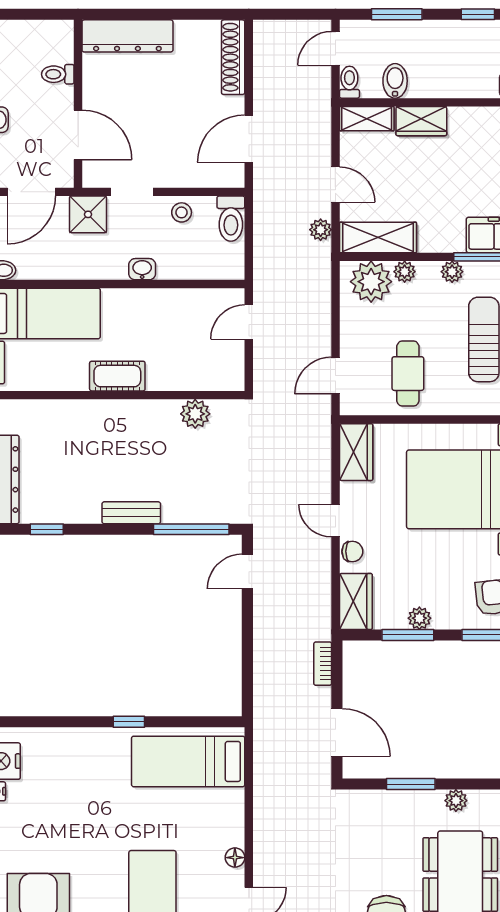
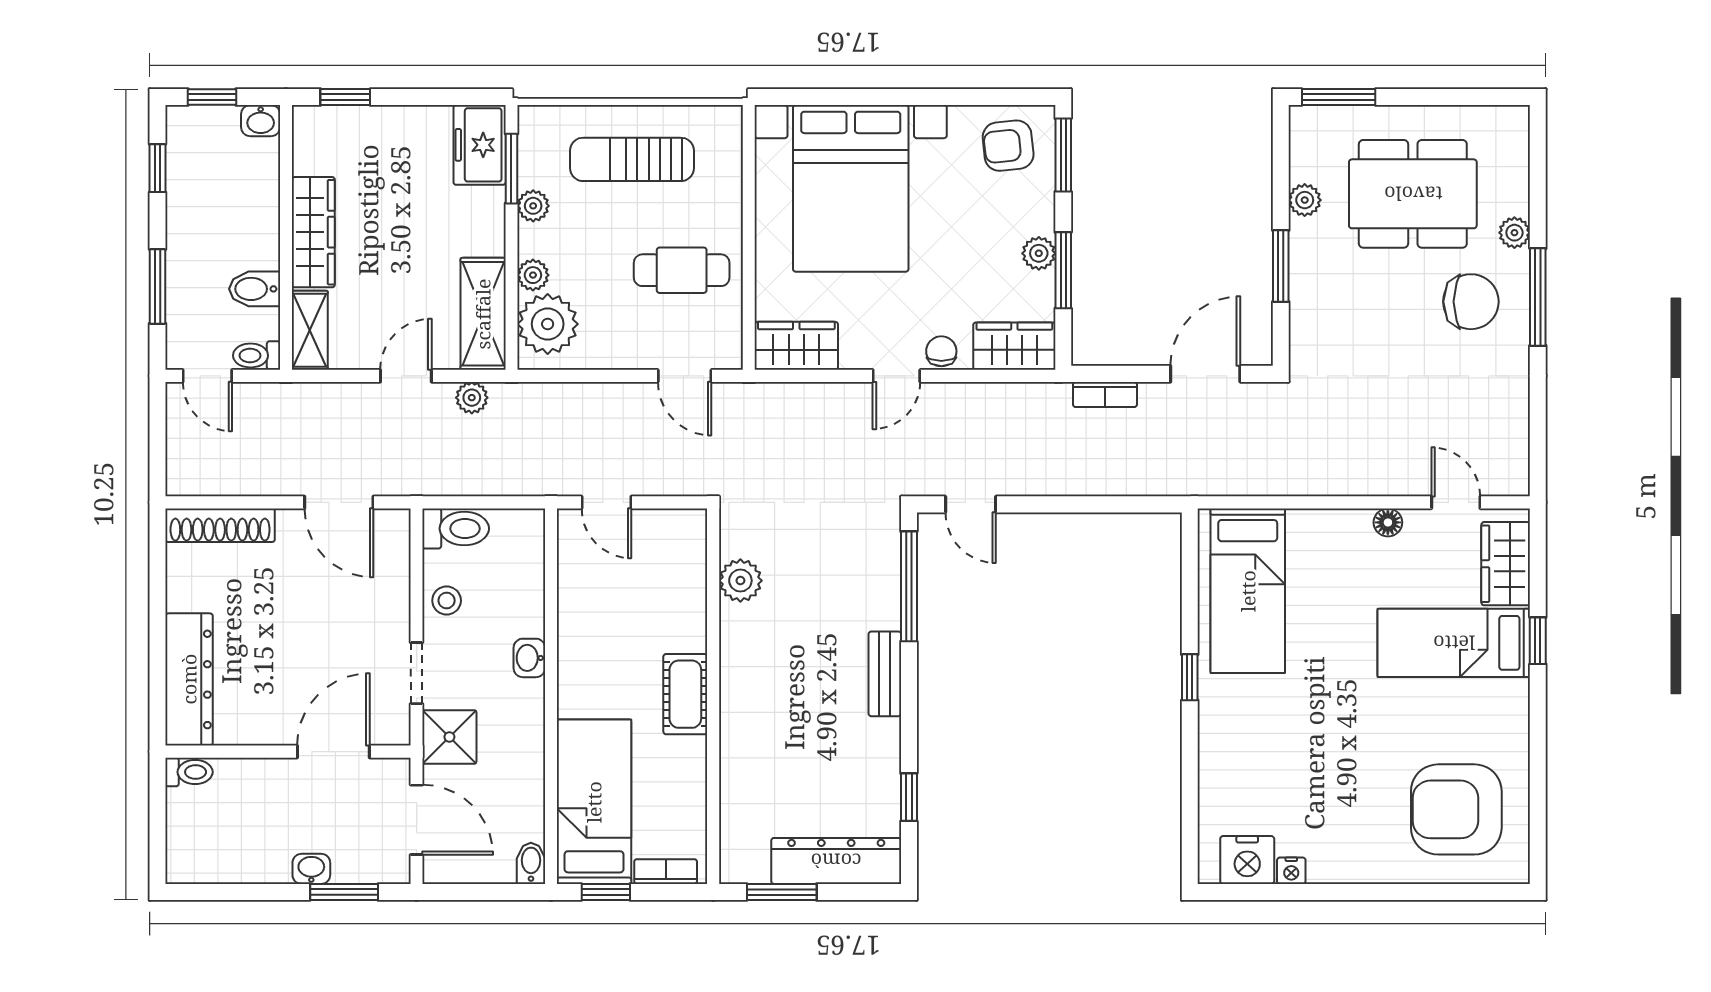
toilet: (58, 74) -> (189, 772), moved, turned -90
wardrobe: (421, 121) -> (313, 232), width x1.50

